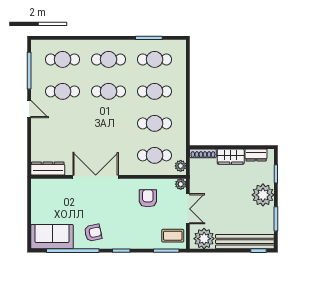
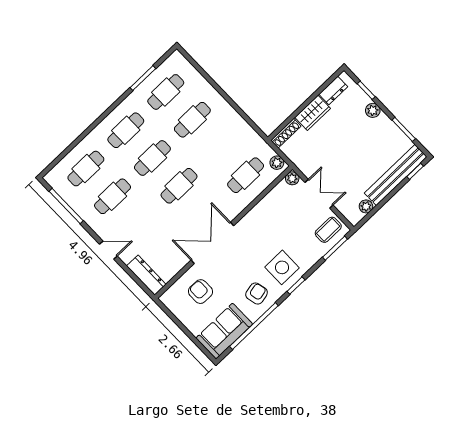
door: (29, 109) -> (108, 250), moved
cafe table: (155, 123) -> (179, 186), moved
dresser: (48, 169) -> (146, 275), moved, turned 90
plant: (263, 195) -> (373, 110), width x0.53, depth x0.53
armchair: (148, 198) -> (200, 292), moved
side table: (123, 232) -> (282, 267), added
plant: (204, 239) -> (366, 206), width x0.53, depth x0.53

